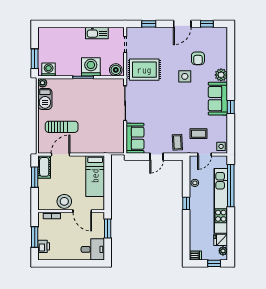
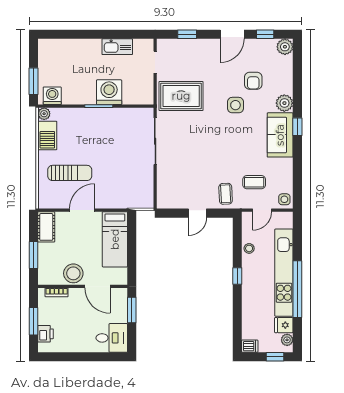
plant: (221, 33) -> (285, 47), added
boiler: (116, 70) -> (143, 96), removed
window: (231, 107) -> (297, 127), moved
sofa: (135, 138) -> (168, 188), removed
door: (60, 154) -> (82, 210), moved
window: (35, 177) -> (34, 255), moved
window: (231, 186) -> (297, 289), moved

